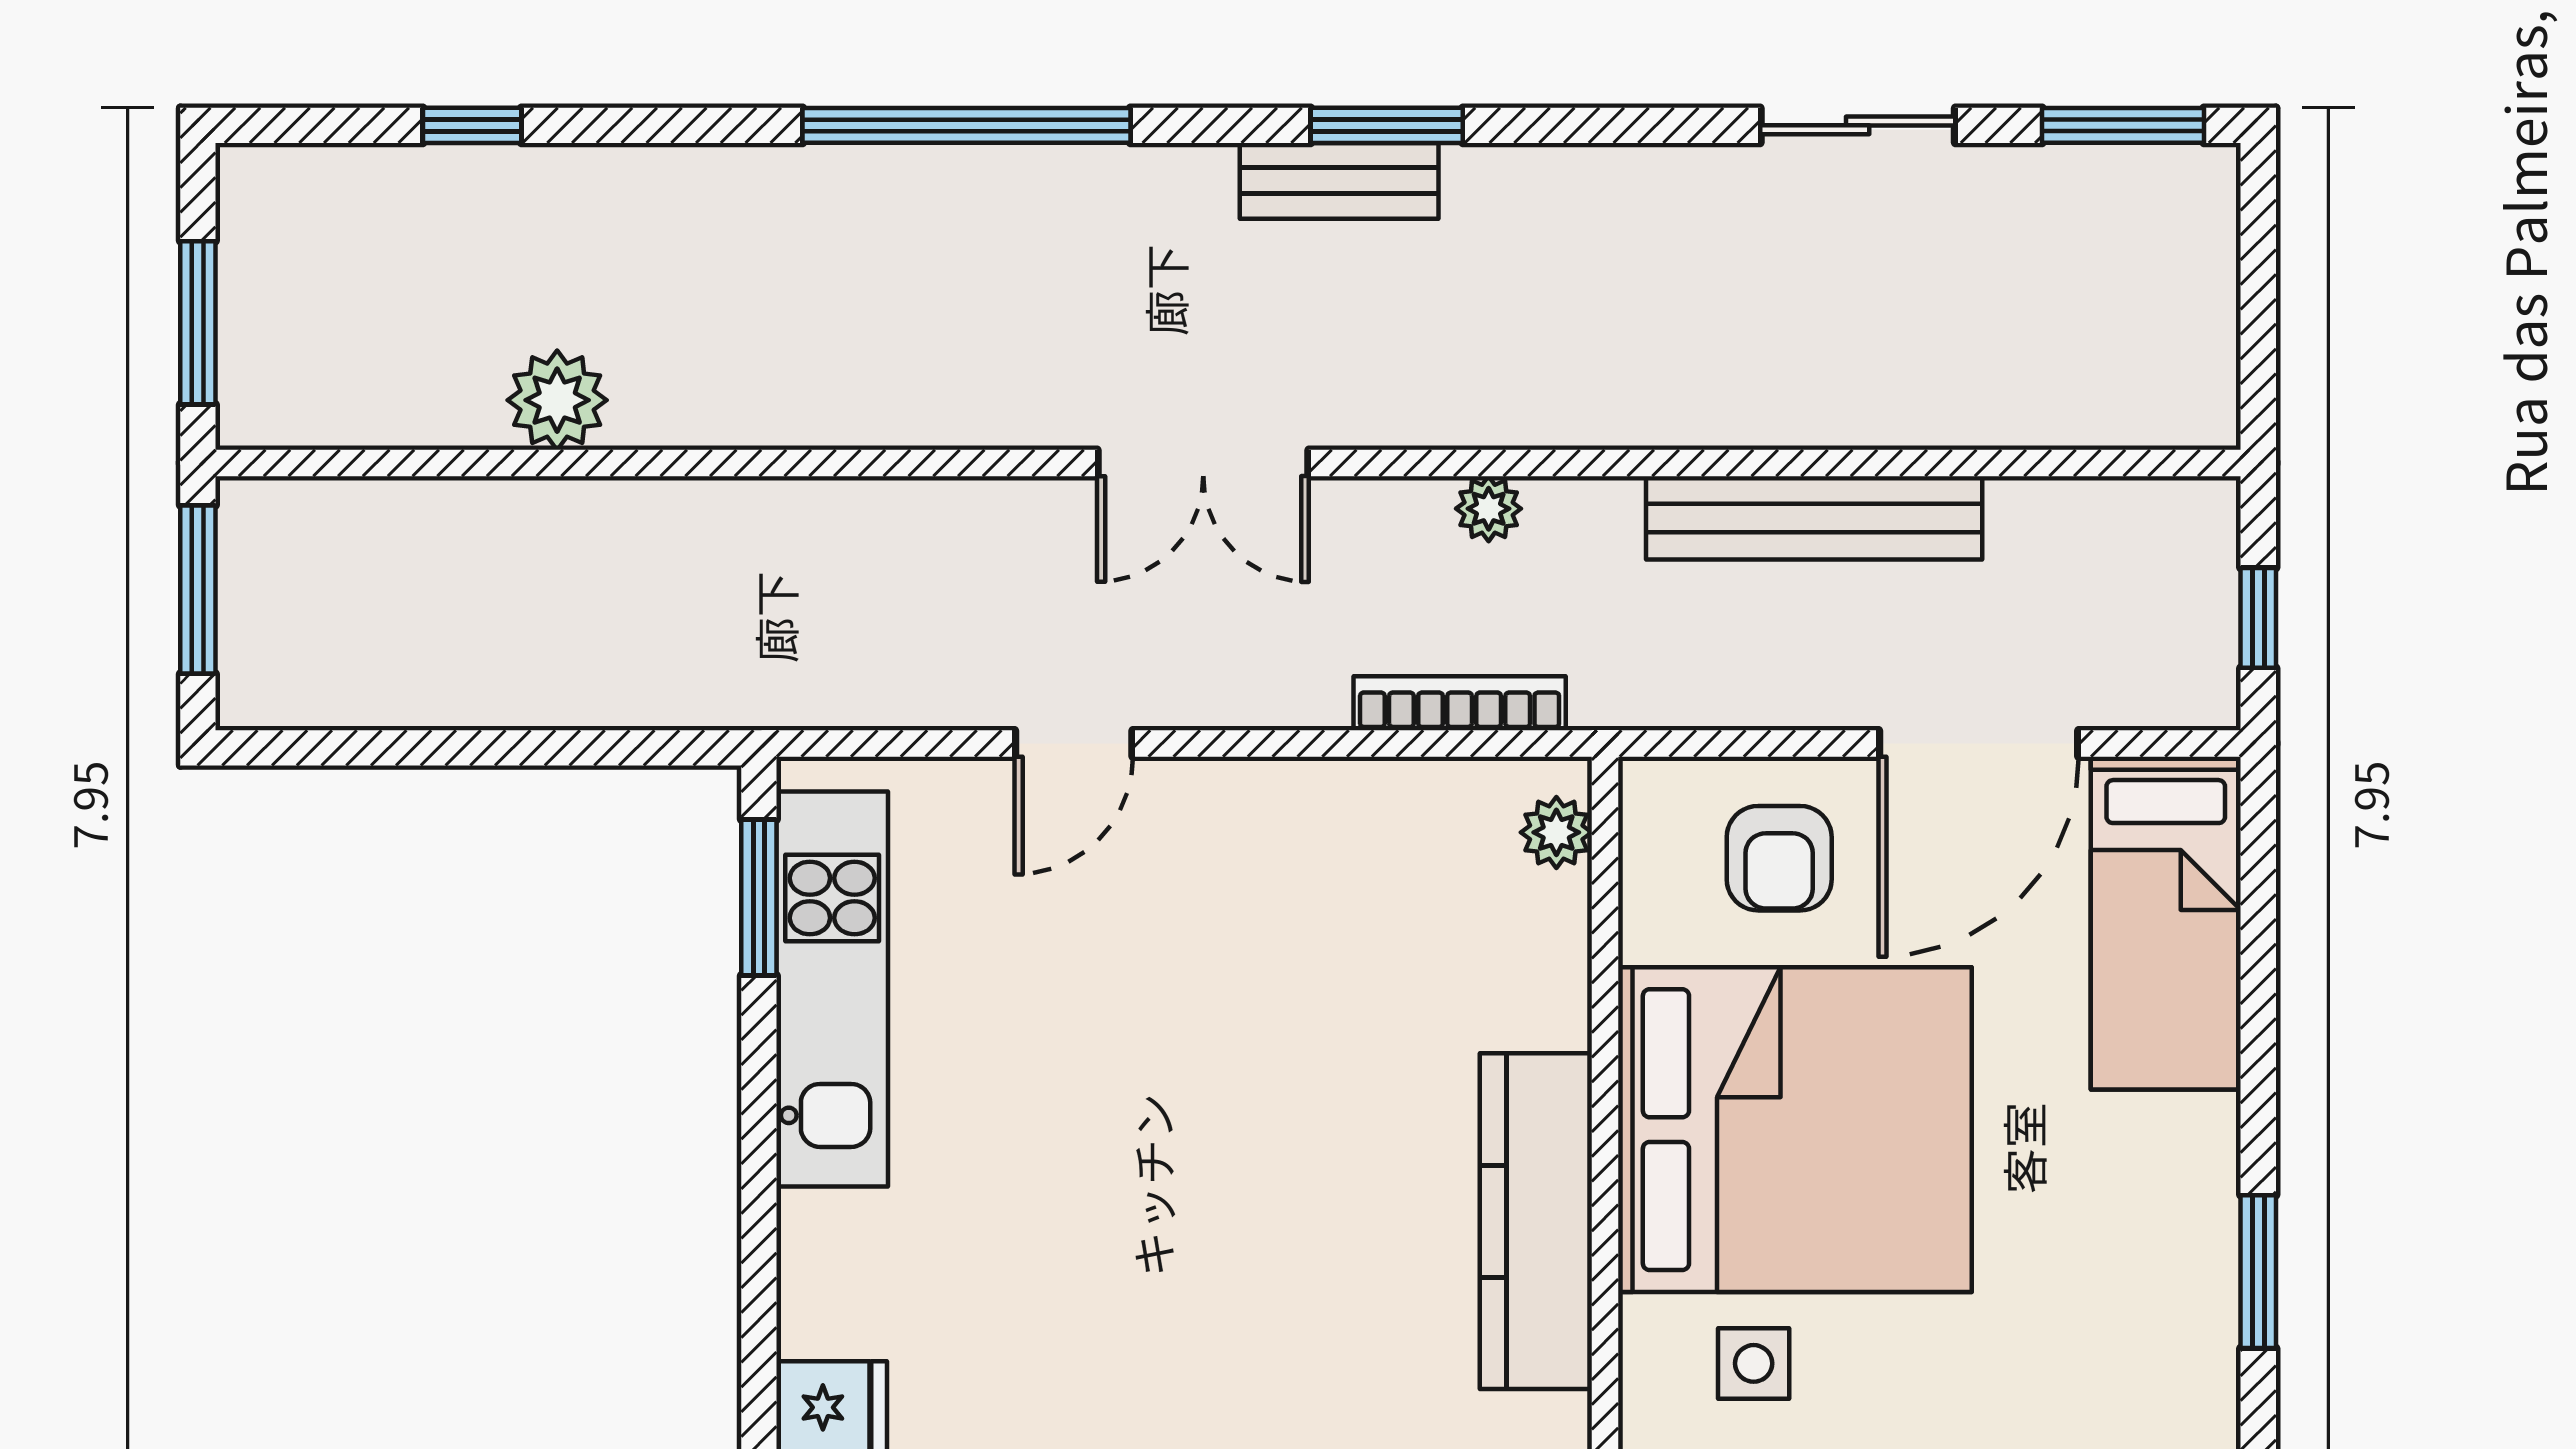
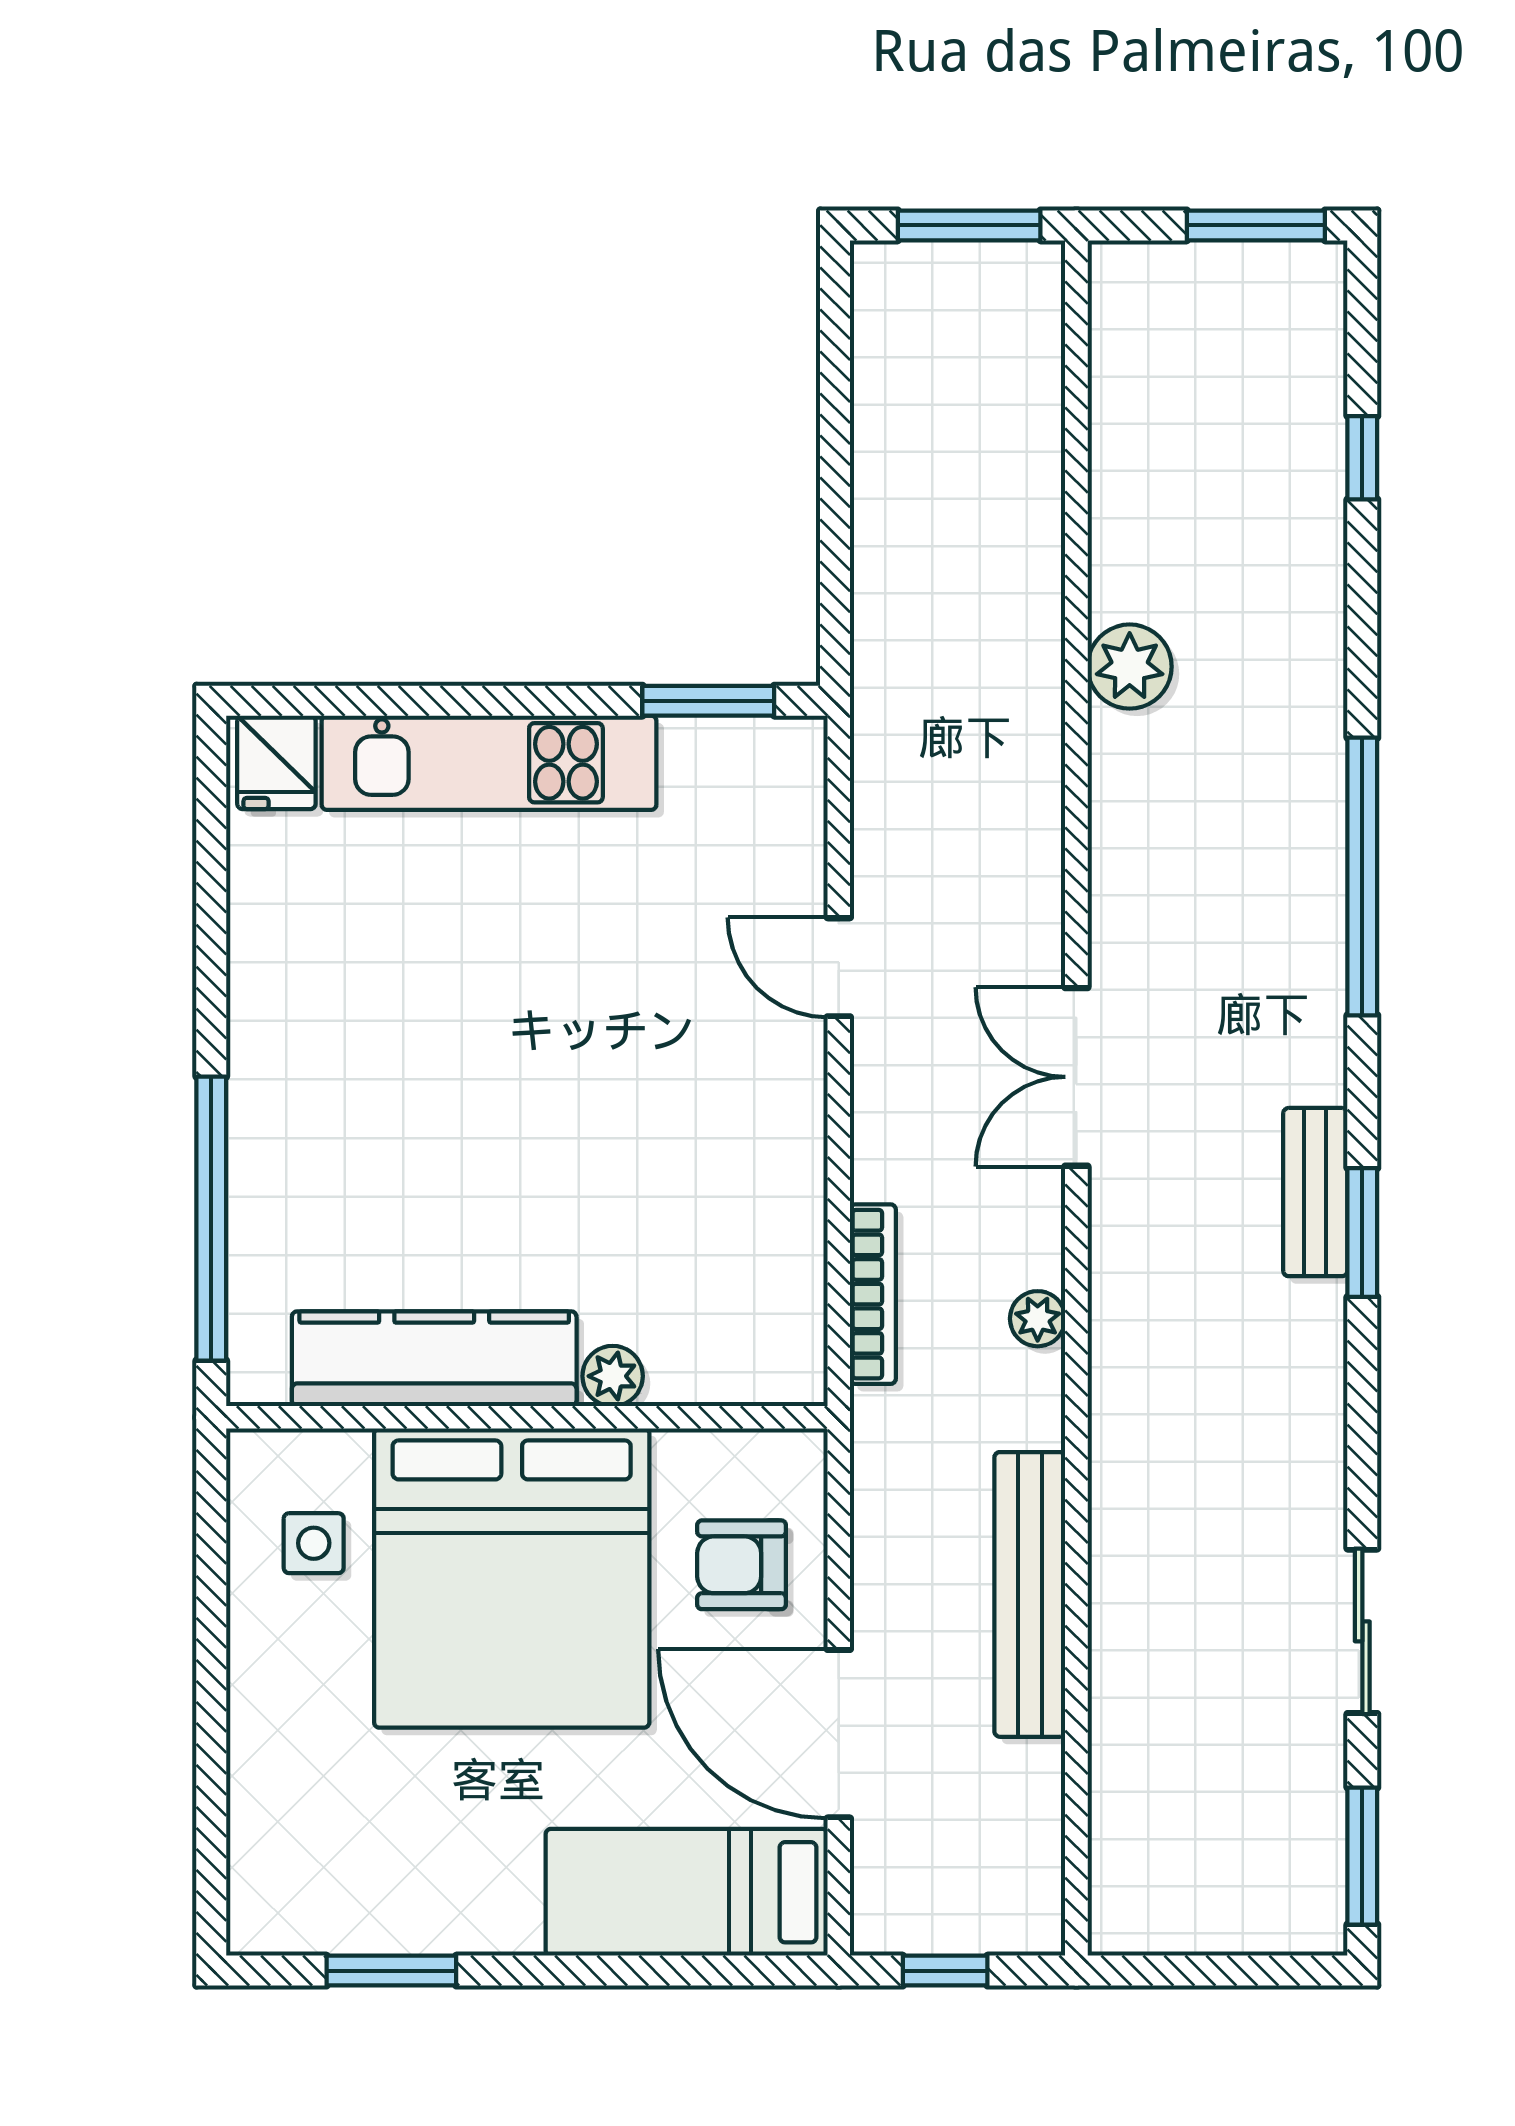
window: (198, 323) -> (1256, 225), moved
plant: (557, 400) -> (1130, 667), moved
plant: (1556, 832) -> (613, 1376), moved
kitchen unit: (832, 989) -> (489, 763), moved

